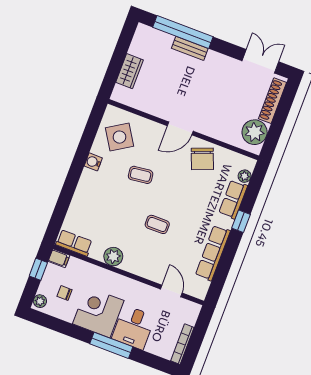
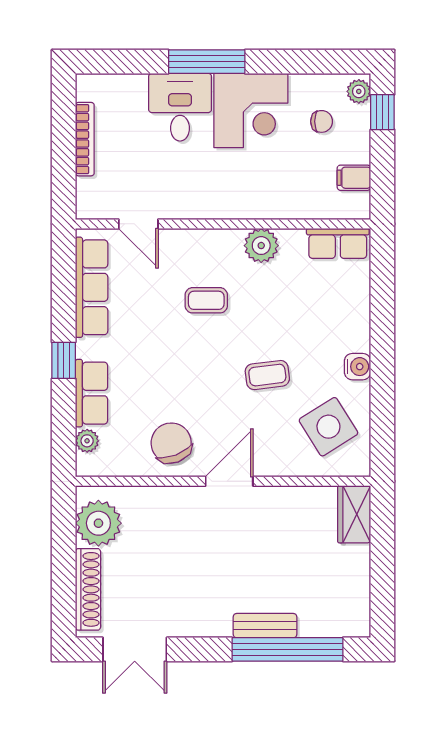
wardrobe: (129, 71) -> (354, 514), moved
row of seats: (74, 243) -> (338, 243), moved
plant: (113, 257) -> (261, 246), moved
window: (38, 269) -> (382, 112), moved
wall: (128, 275) -> (223, 224), moved
door: (171, 291) -> (138, 224), moved
bookcase: (182, 344) -> (85, 139), moved

